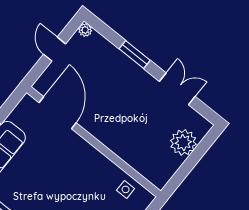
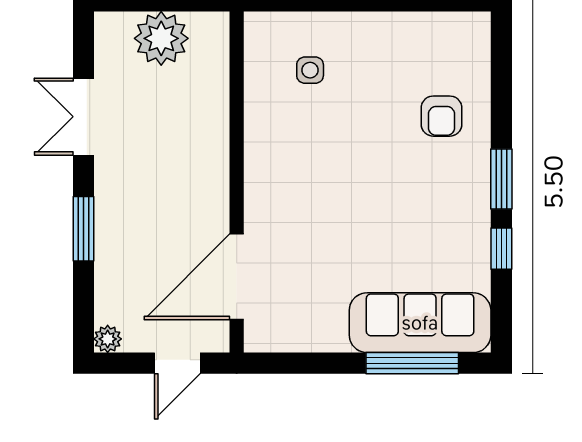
door: (58, 113) -> (237, 277), moved
wall: (94, 142) -> (237, 182), moved

